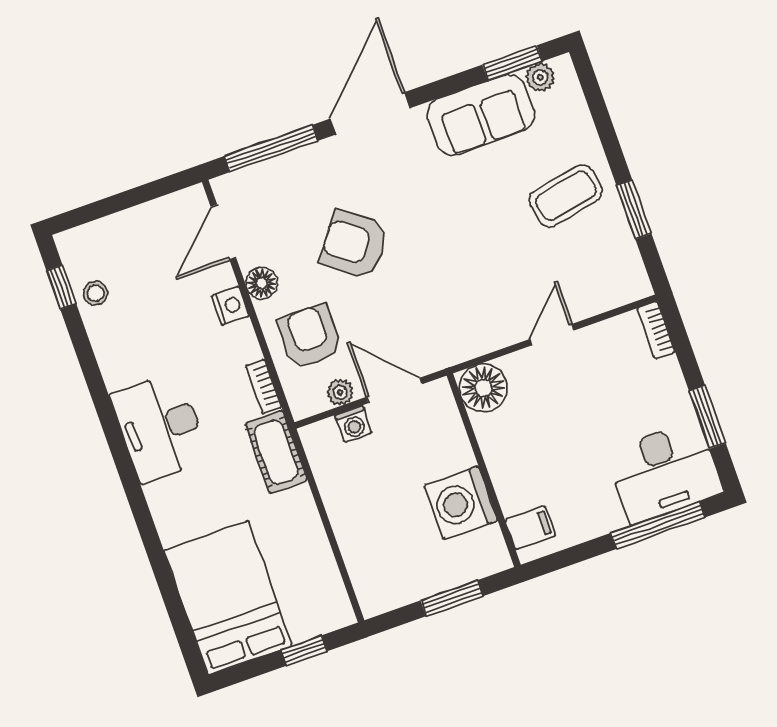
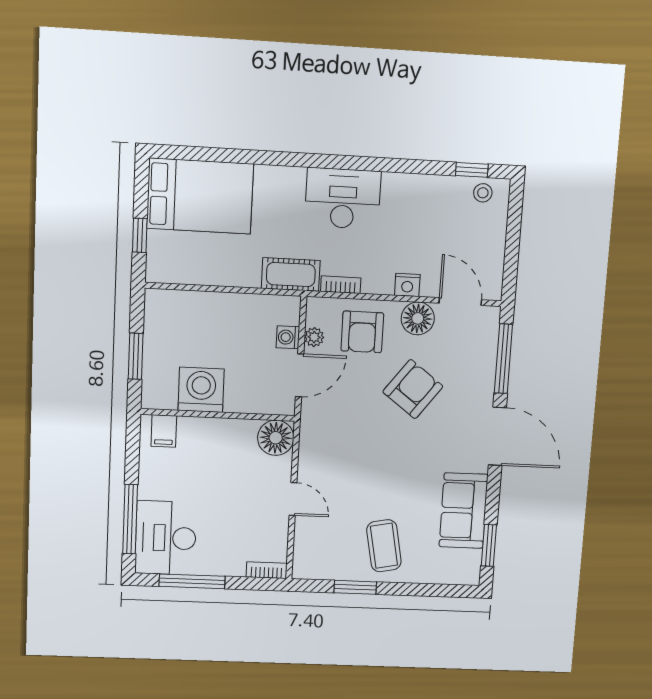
plant: (540, 77) -> (471, 560), removed
floor lamp: (262, 283) -> (418, 318), width x1.38, depth x1.38
stool: (95, 293) -> (483, 193), moved
armchair: (310, 336) -> (362, 332), turned 90
window: (707, 417) -> (192, 581), width x1.44

